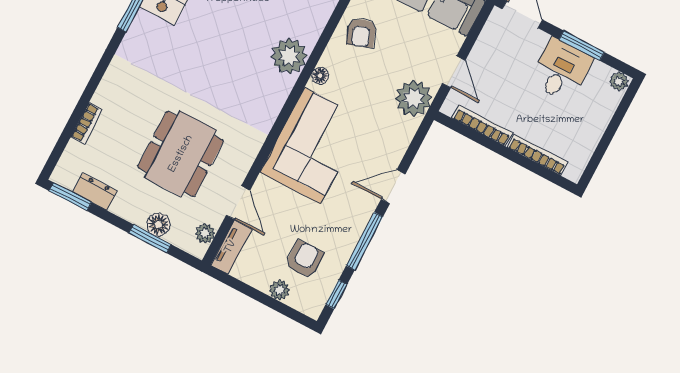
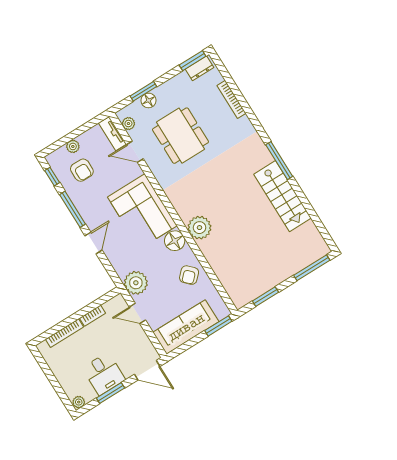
armchair: (361, 33) -> (189, 275), turned -115
floor lamp: (320, 76) -> (175, 241), width x1.89, depth x1.89
bookcase: (87, 123) -> (231, 99), width x1.56
bookcase: (482, 126) -> (92, 316), width x0.64
dresser: (95, 192) -> (200, 68), moved

